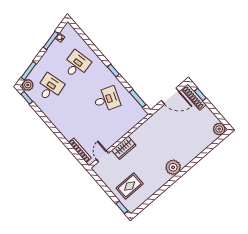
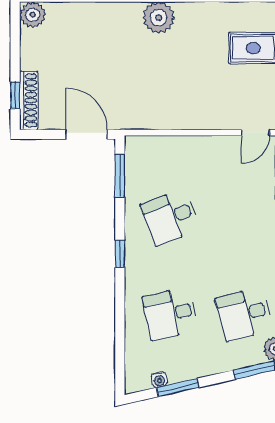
door: (170, 96) -> (87, 134), moved
desk: (107, 99) -> (170, 217), turned -42
wardrobe: (124, 148) -> (210, 117), removed

